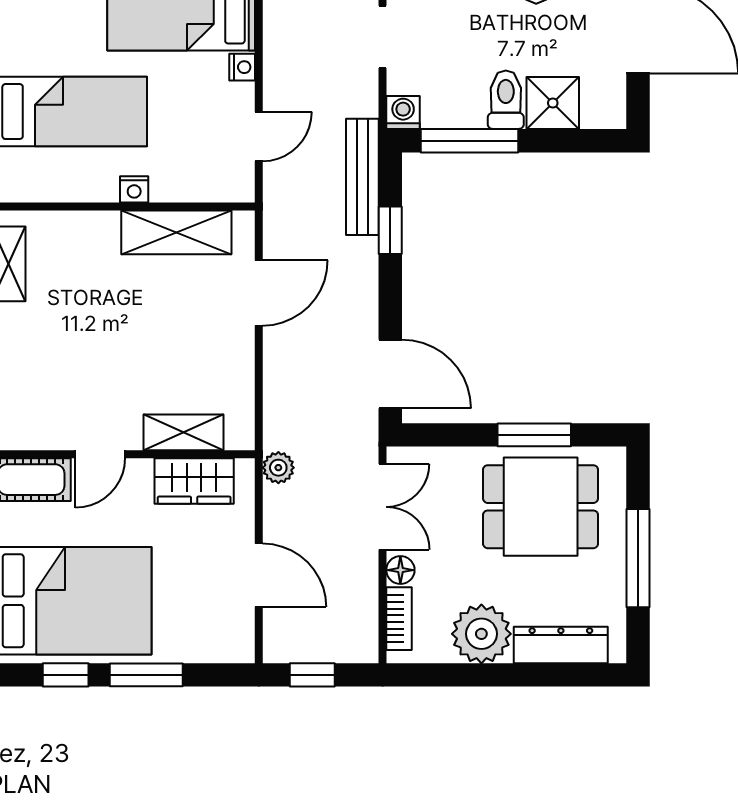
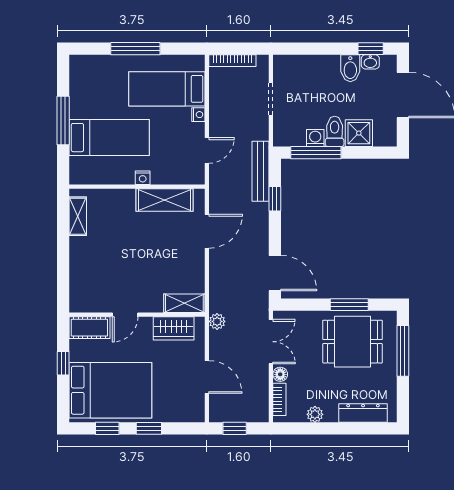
washing machine: (403, 112) -> (315, 138), moved
shelving: (184, 432) -> (184, 303), moved
window: (638, 558) -> (403, 351), moved
plant: (481, 634) -> (315, 414), width x0.53, depth x0.53
window: (146, 675) -> (149, 428), width x0.67

